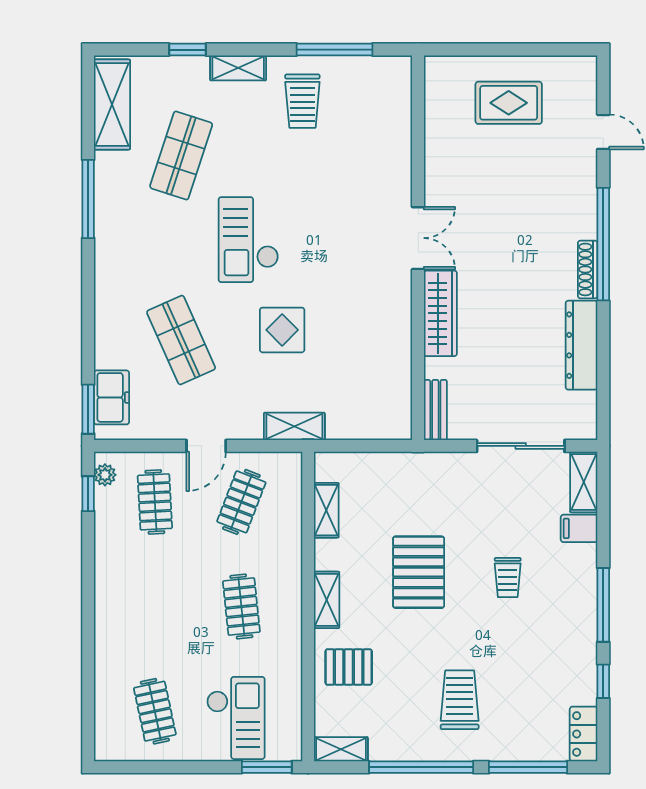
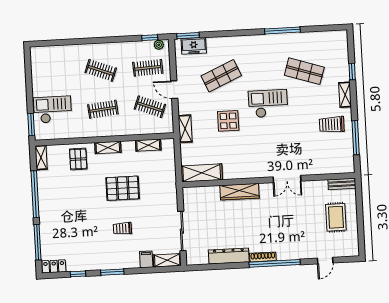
shelving: (112, 104) -> (202, 173), moved
double door: (418, 238) -> (287, 179), moved
bench: (435, 410) -> (342, 184), moved
window: (603, 605) -> (112, 272), width x0.69
trolley: (460, 700) -> (66, 210), removed
clothes rail: (155, 711) -> (101, 70), moved, turned 33
checkout: (236, 718) -> (53, 110), turned 180

